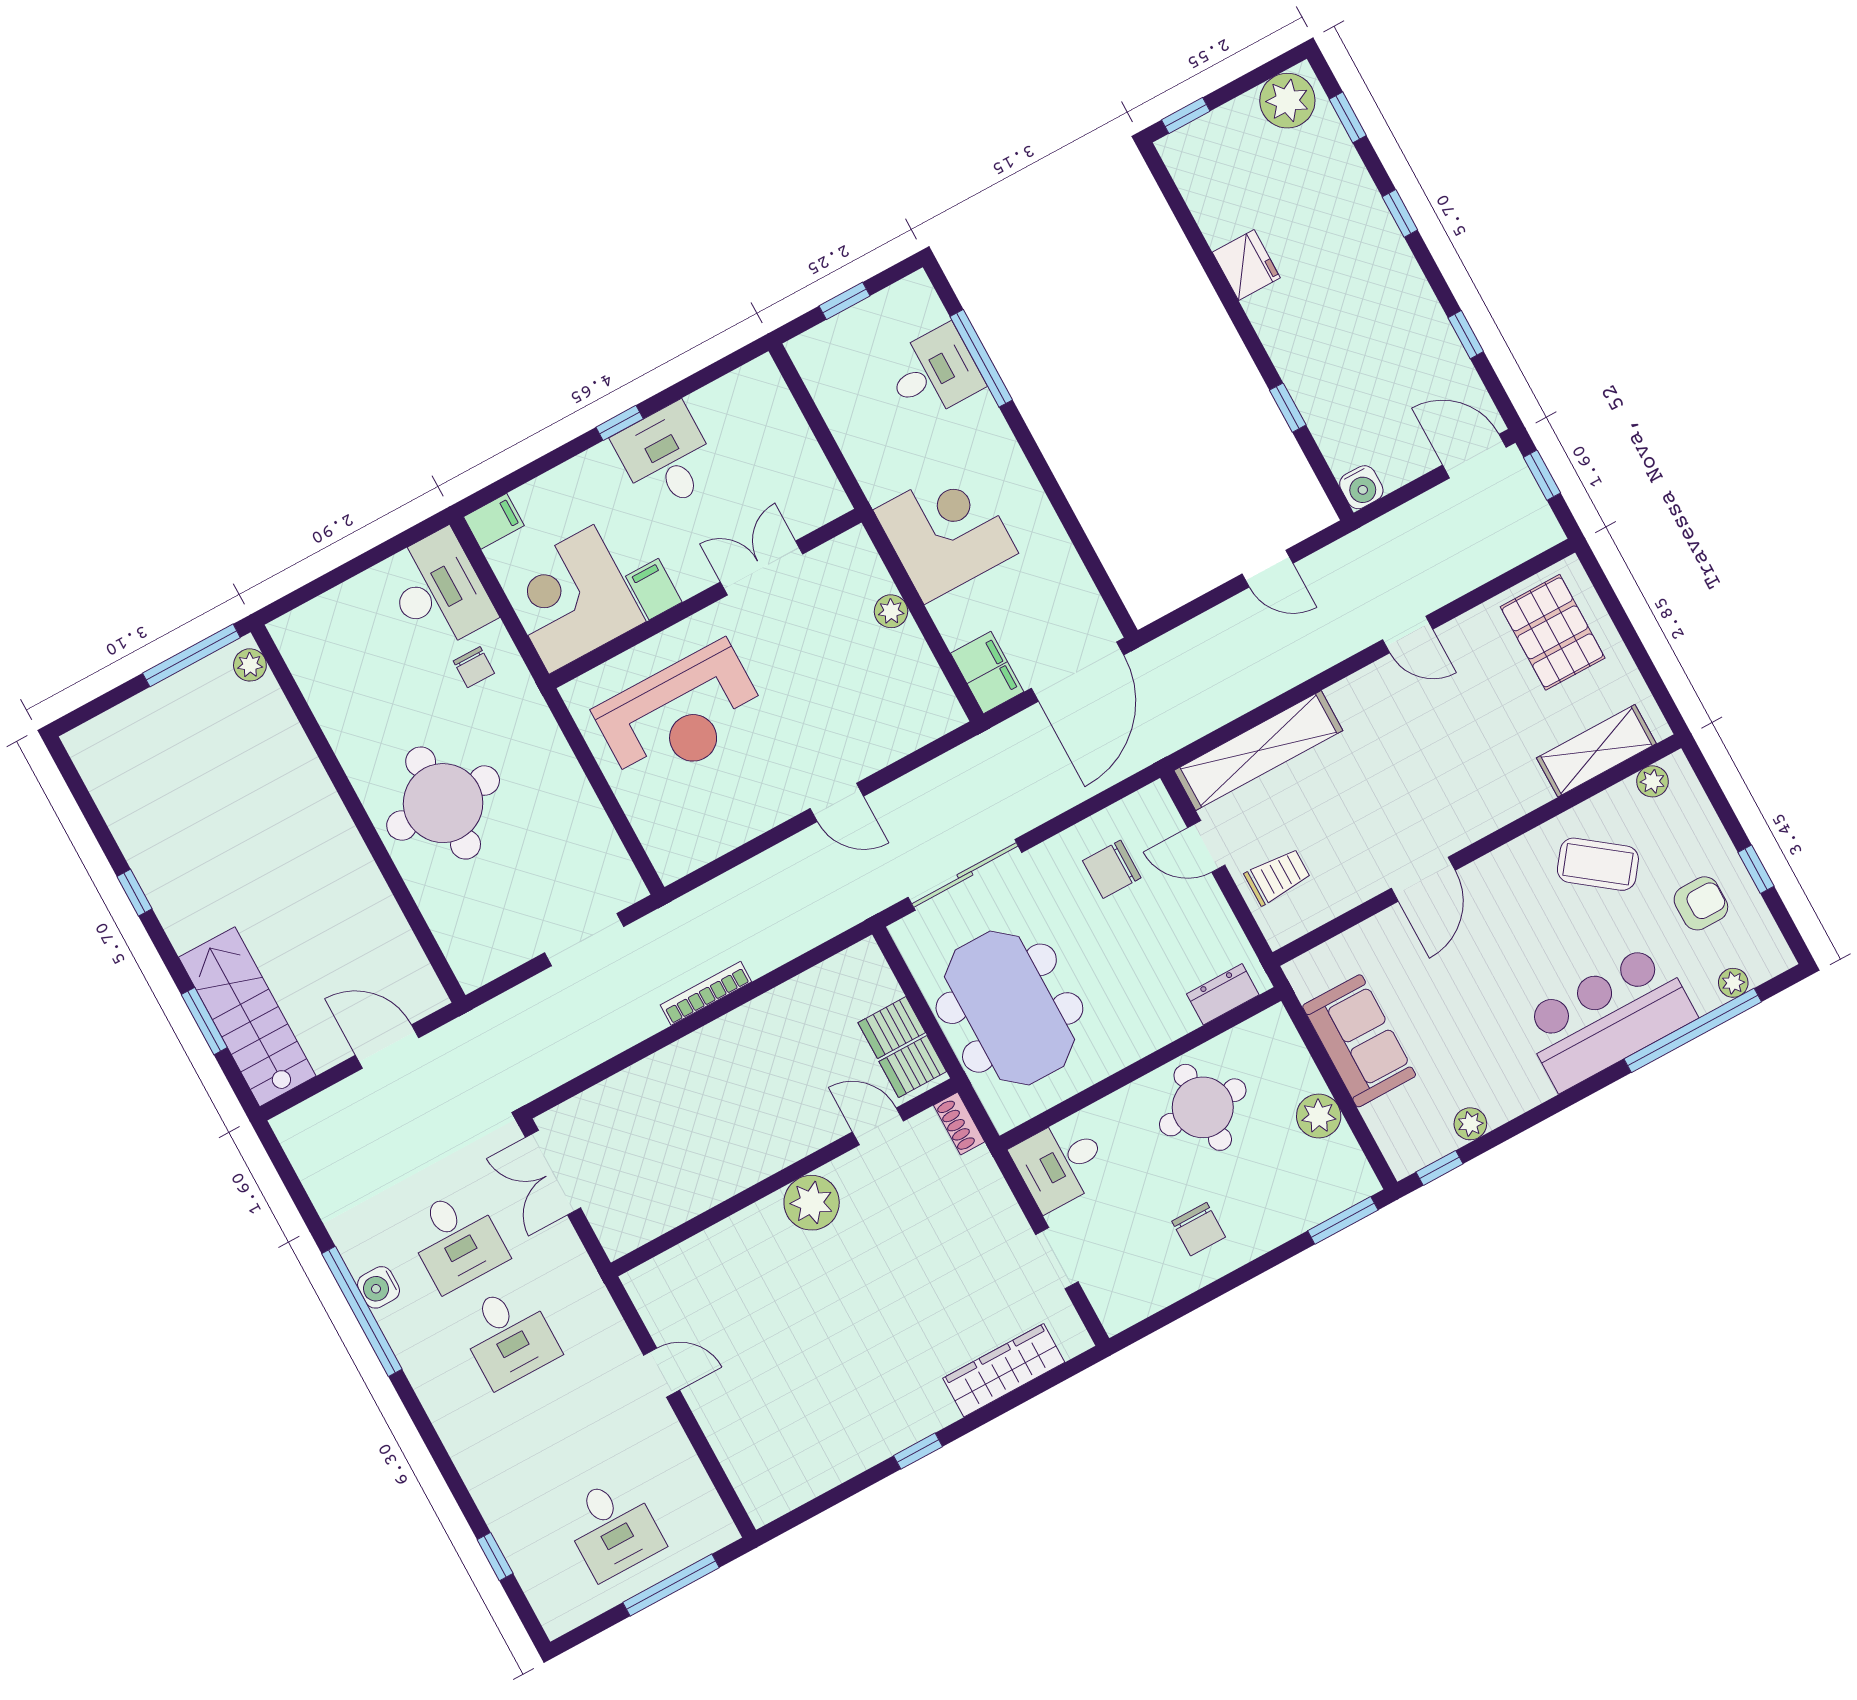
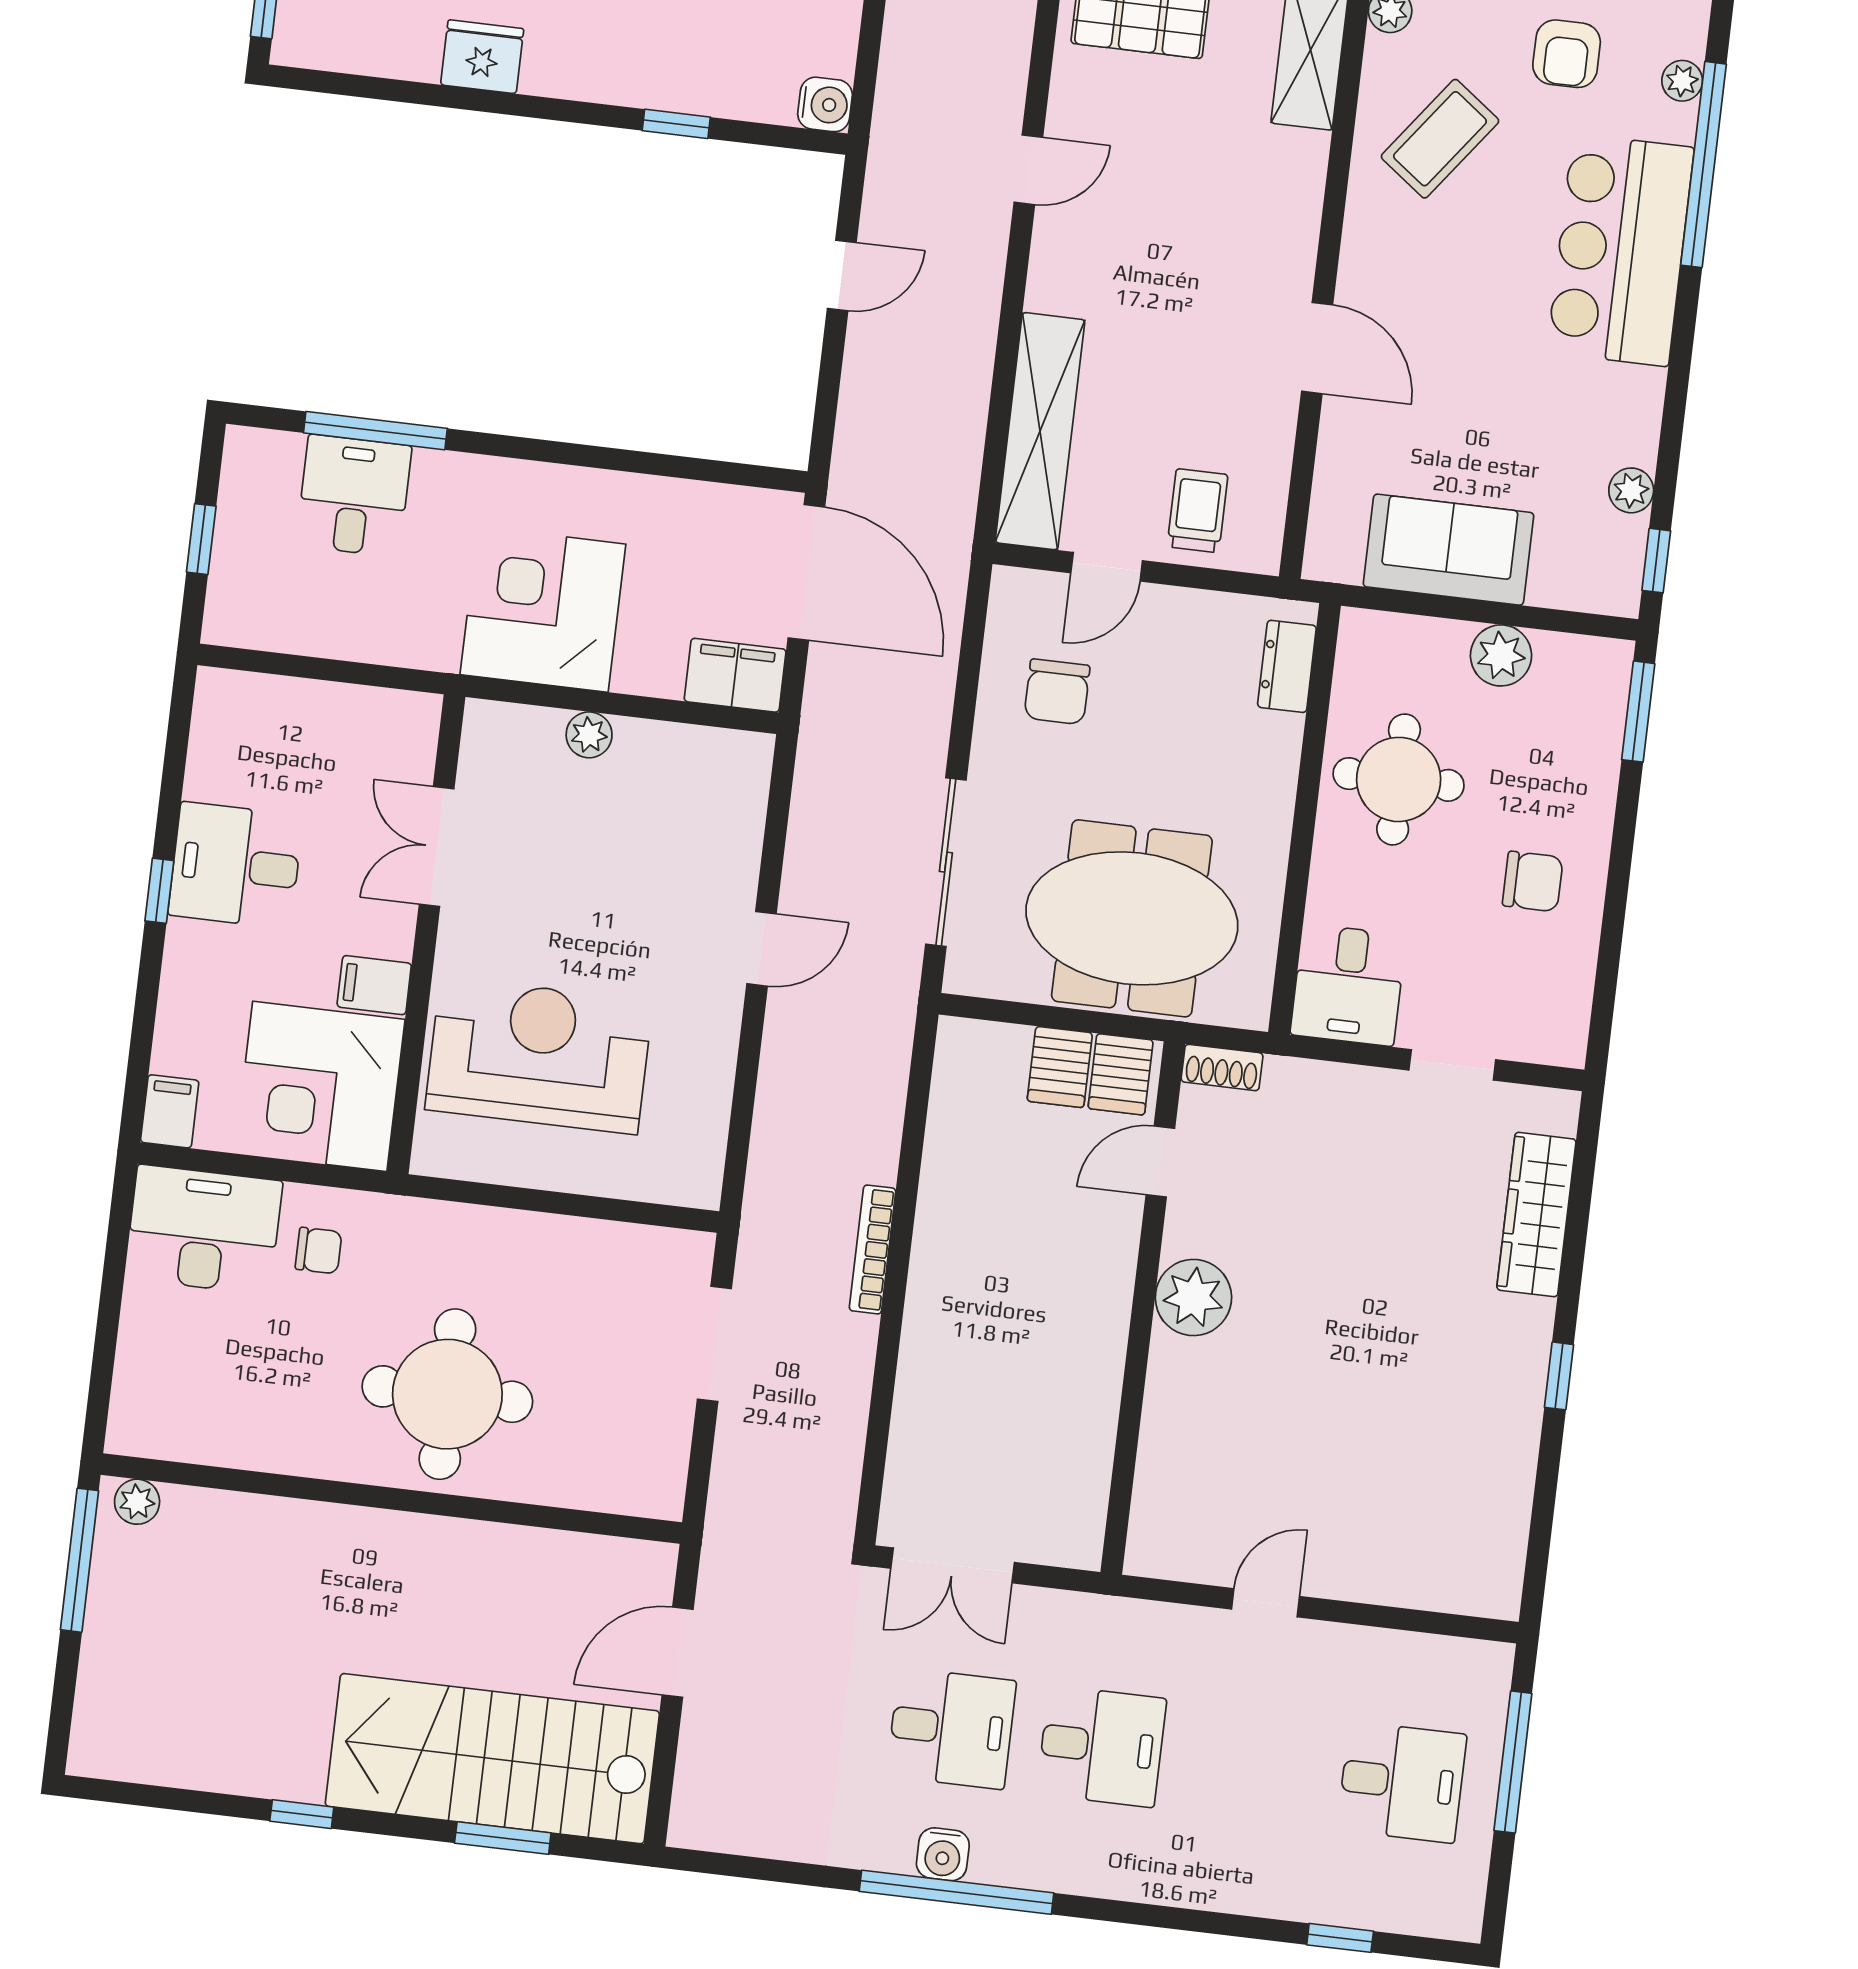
reception desk: (681, 716) -> (539, 1055), turned -90
armchair: (1701, 903) -> (1567, 54), turned 180
stairs: (247, 1017) -> (492, 1759), width x1.36, depth x1.51

